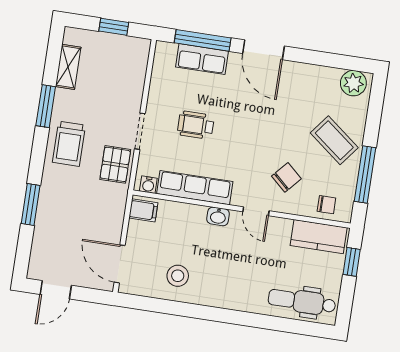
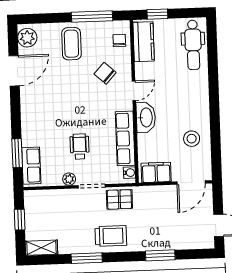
window: (203, 40) -> (17, 153), width x0.69
door: (263, 50) -> (14, 71), moved
row of seats: (202, 59) -> (31, 166), moved
shelving: (68, 67) -> (41, 248), moved
plant: (155, 103) -> (69, 179), added
wheelchair: (196, 125) -> (80, 146), turned 180
coffee table: (334, 140) -> (71, 44), turned -38
filing cabinet: (143, 210) -> (156, 172), width x2.00
washbasin: (218, 216) -> (146, 117), width x1.91, depth x1.45

